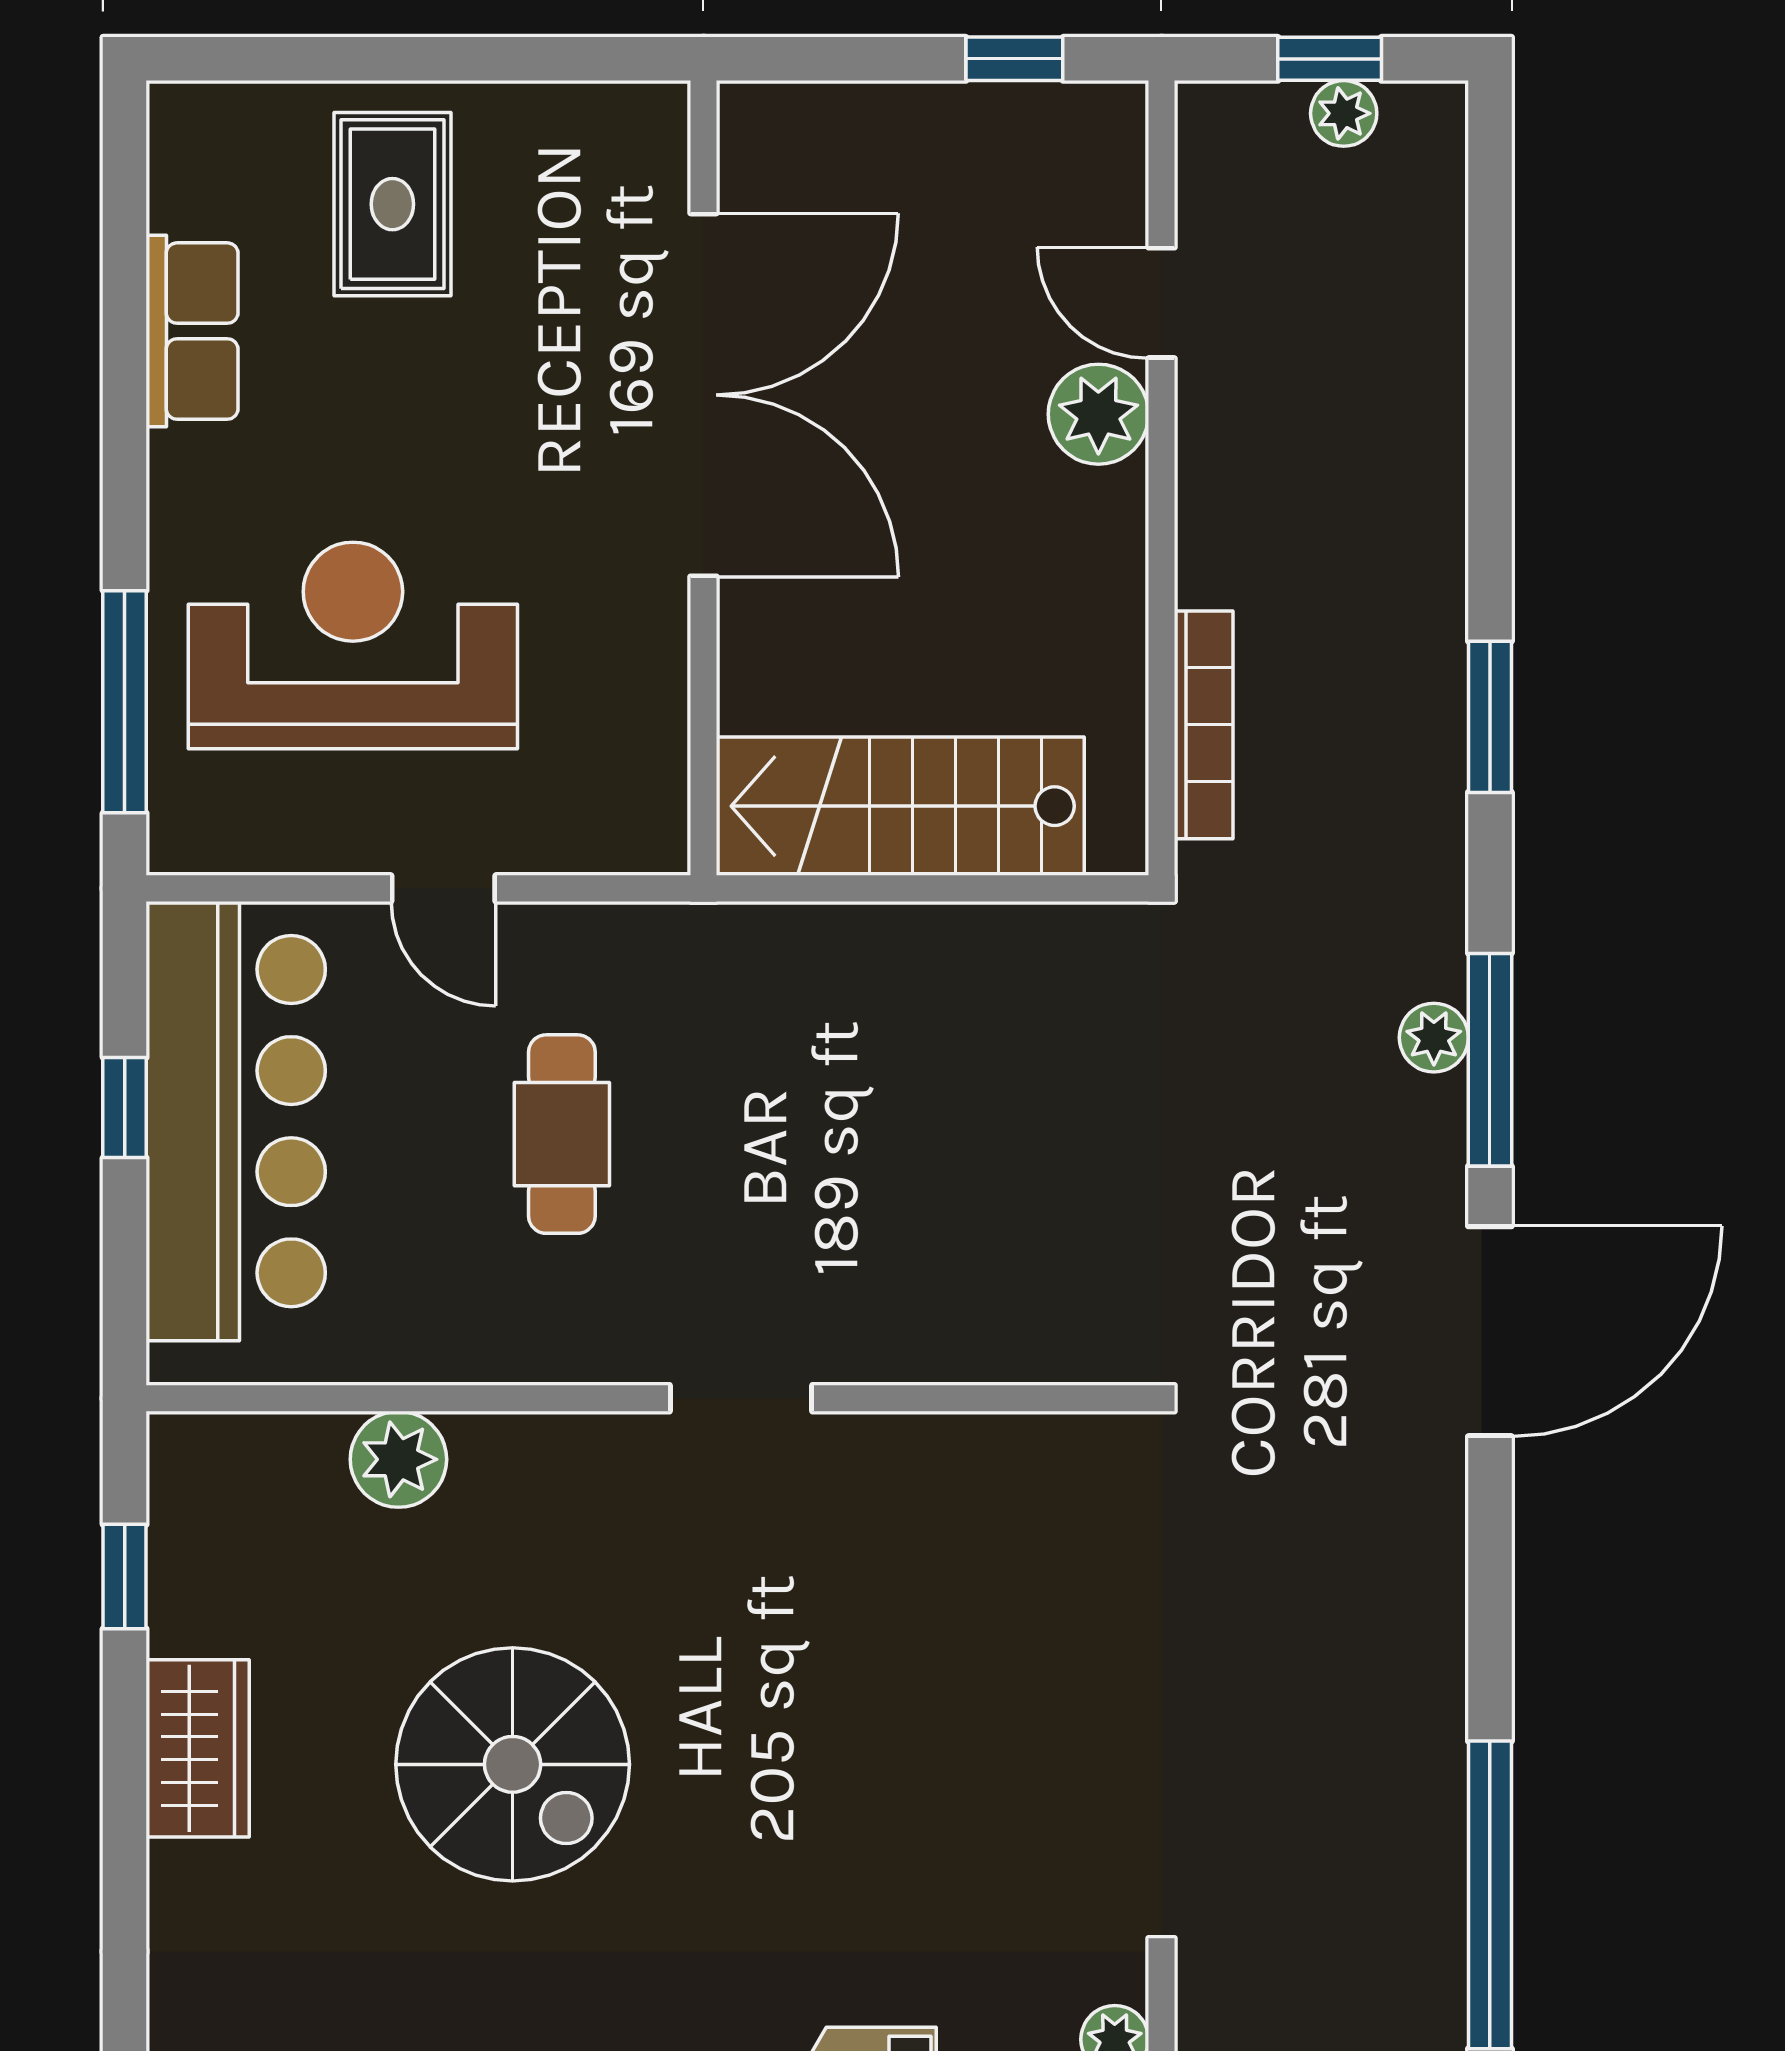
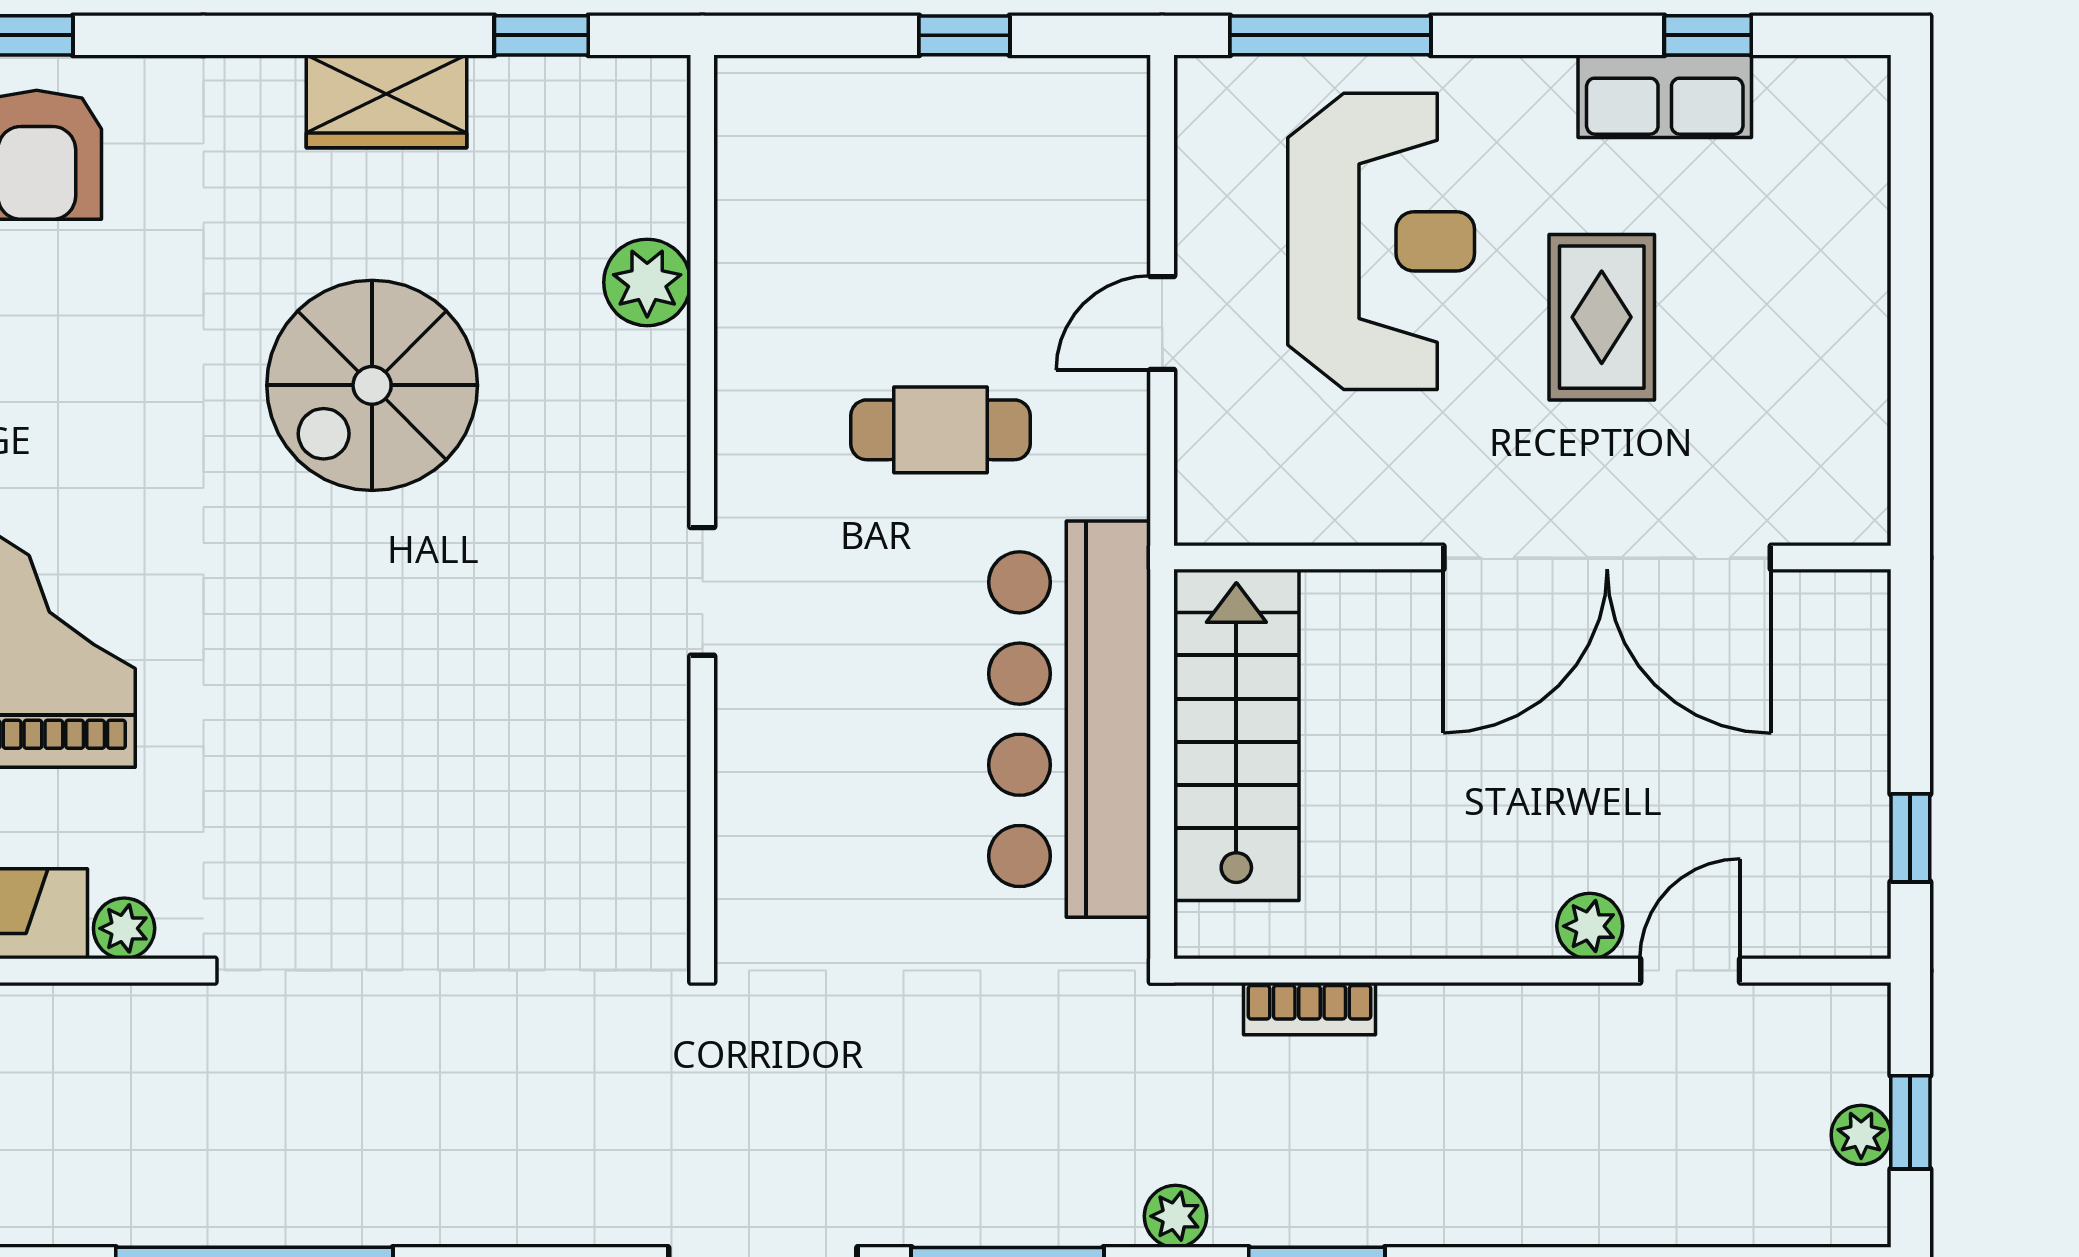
rug: (392, 204) -> (1602, 317), moved, turned 90
window: (125, 283) -> (1708, 35), added
plant: (1098, 414) -> (1590, 926), width x0.73, depth x0.73
bookcase: (1204, 725) -> (1310, 1009), width x0.64
plant: (1434, 1038) -> (1176, 1216), moved
bar counter: (236, 1121) -> (1070, 719), moved, turned 90

